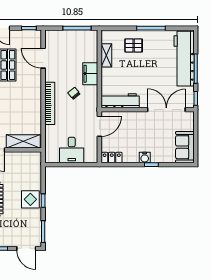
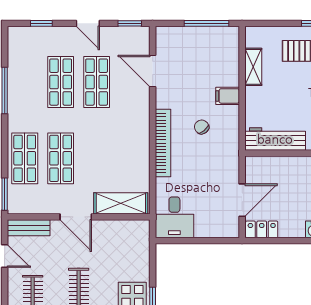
filing cabinet: (90, 74) -> (228, 96), width x0.50
door: (99, 126) -> (242, 200), moved
desk: (72, 150) -> (174, 217), moved

